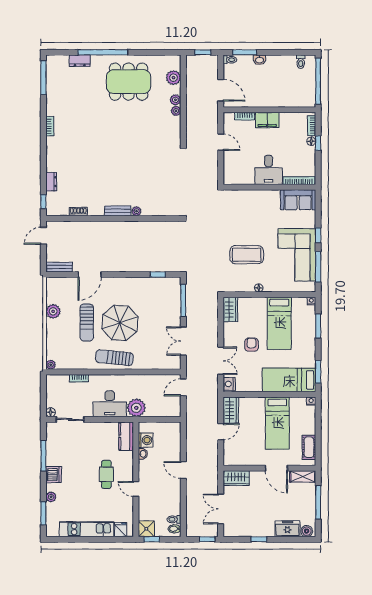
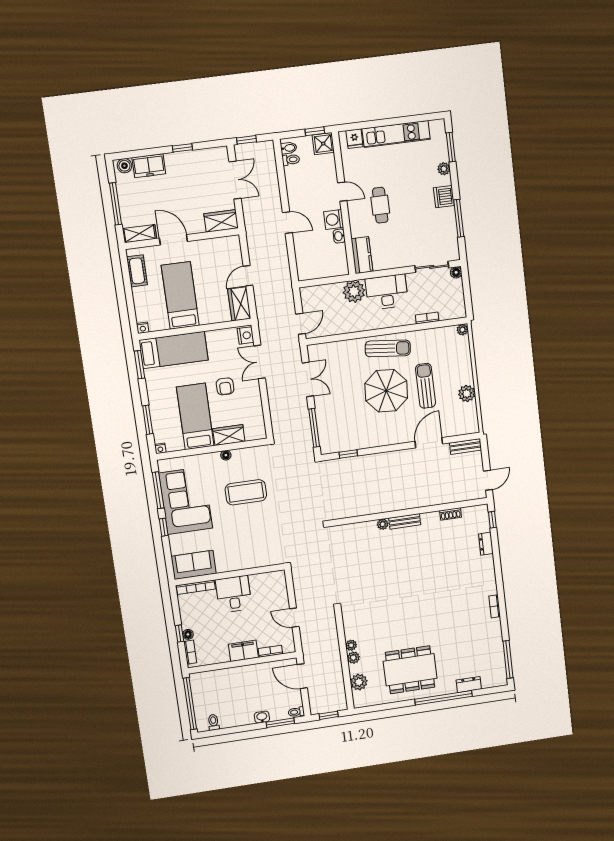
wardrobe: (230, 309) -> (229, 435), moved, turned 90
washing machine: (146, 440) -> (334, 219), moved

